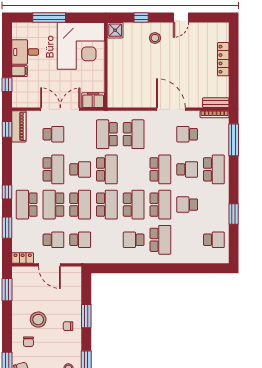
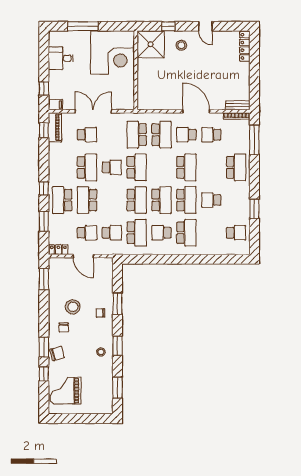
door: (181, 18) -> (205, 26), hinge flipped
shower: (115, 30) -> (151, 44), width x1.86, depth x1.86
locker: (223, 59) -> (245, 46), moved
filing cabinet: (20, 71) -> (55, 105), moved
filing cabinet: (93, 100) -> (124, 103), removed
school desk: (187, 169) -> (186, 135), moved, turned 180
school desk: (80, 205) -> (137, 233), moved

